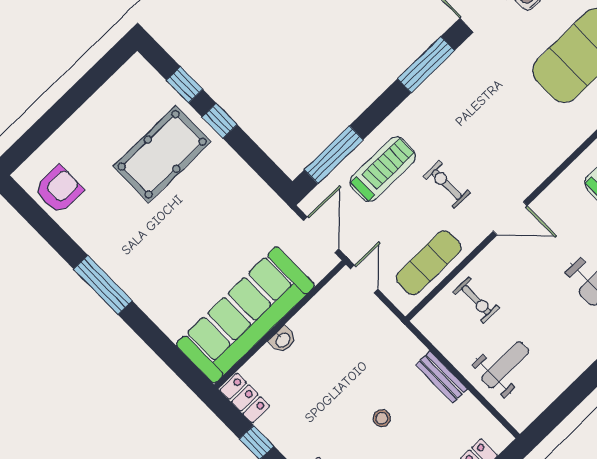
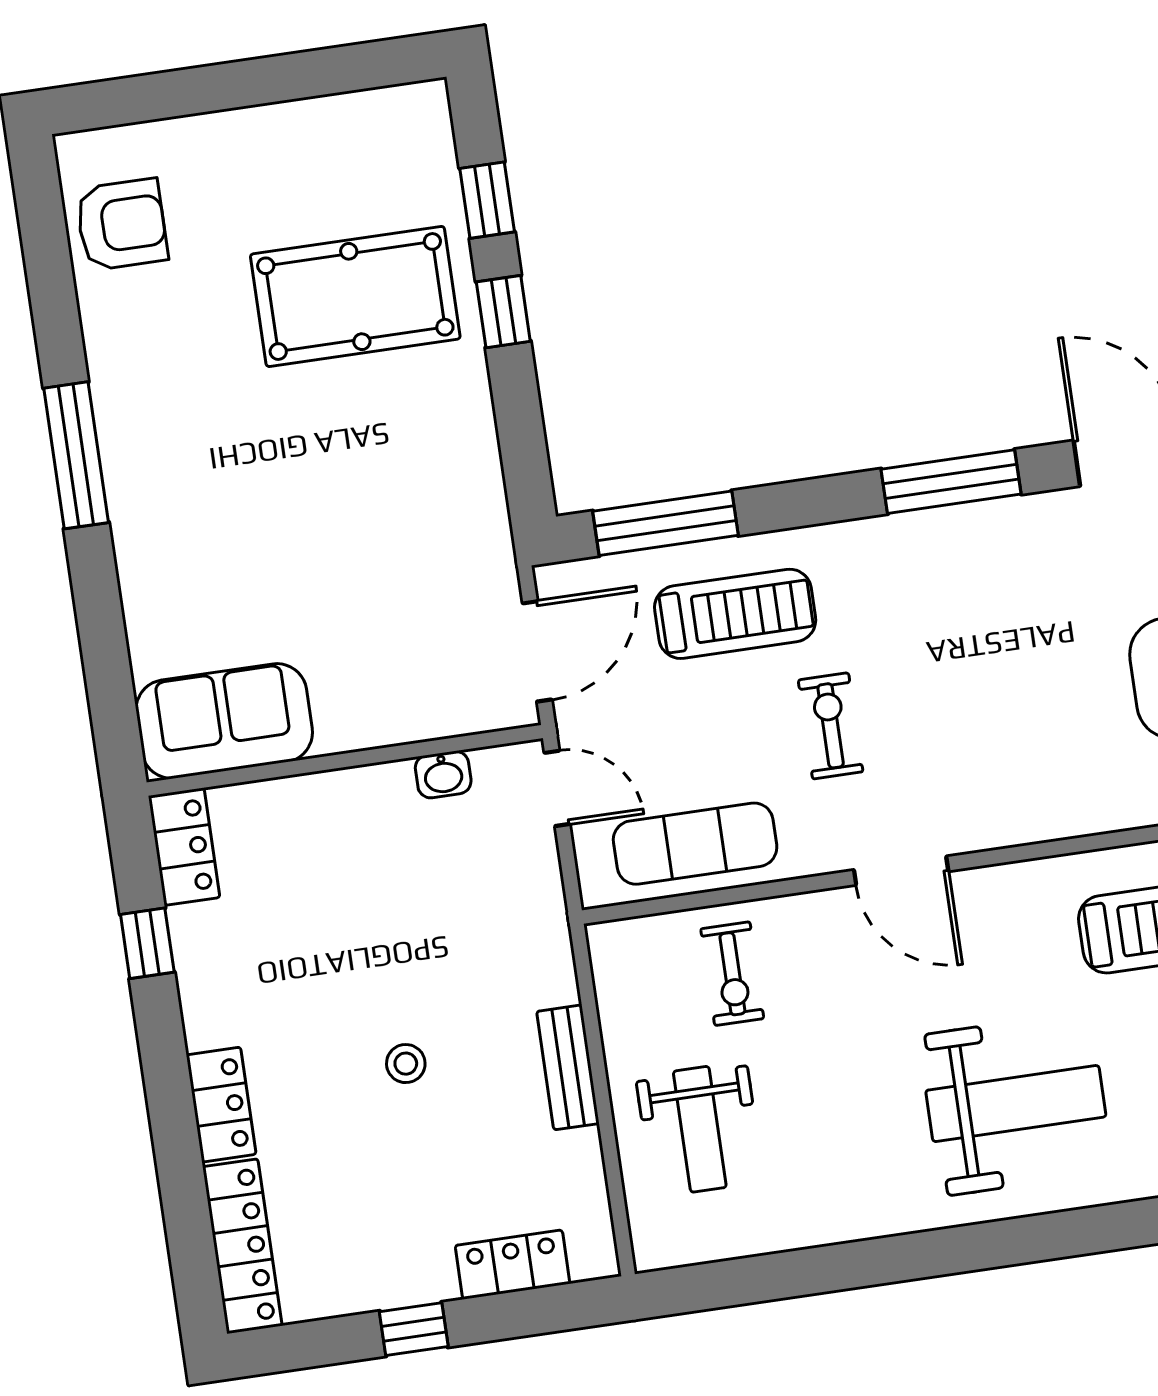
door: (364, 279) -> (557, 788), hinge flipped
sofa: (245, 315) -> (224, 721), width x0.54, depth x0.79
washbasin: (283, 340) -> (443, 775), moved
weight bench: (505, 365) -> (700, 1129), turned 90

